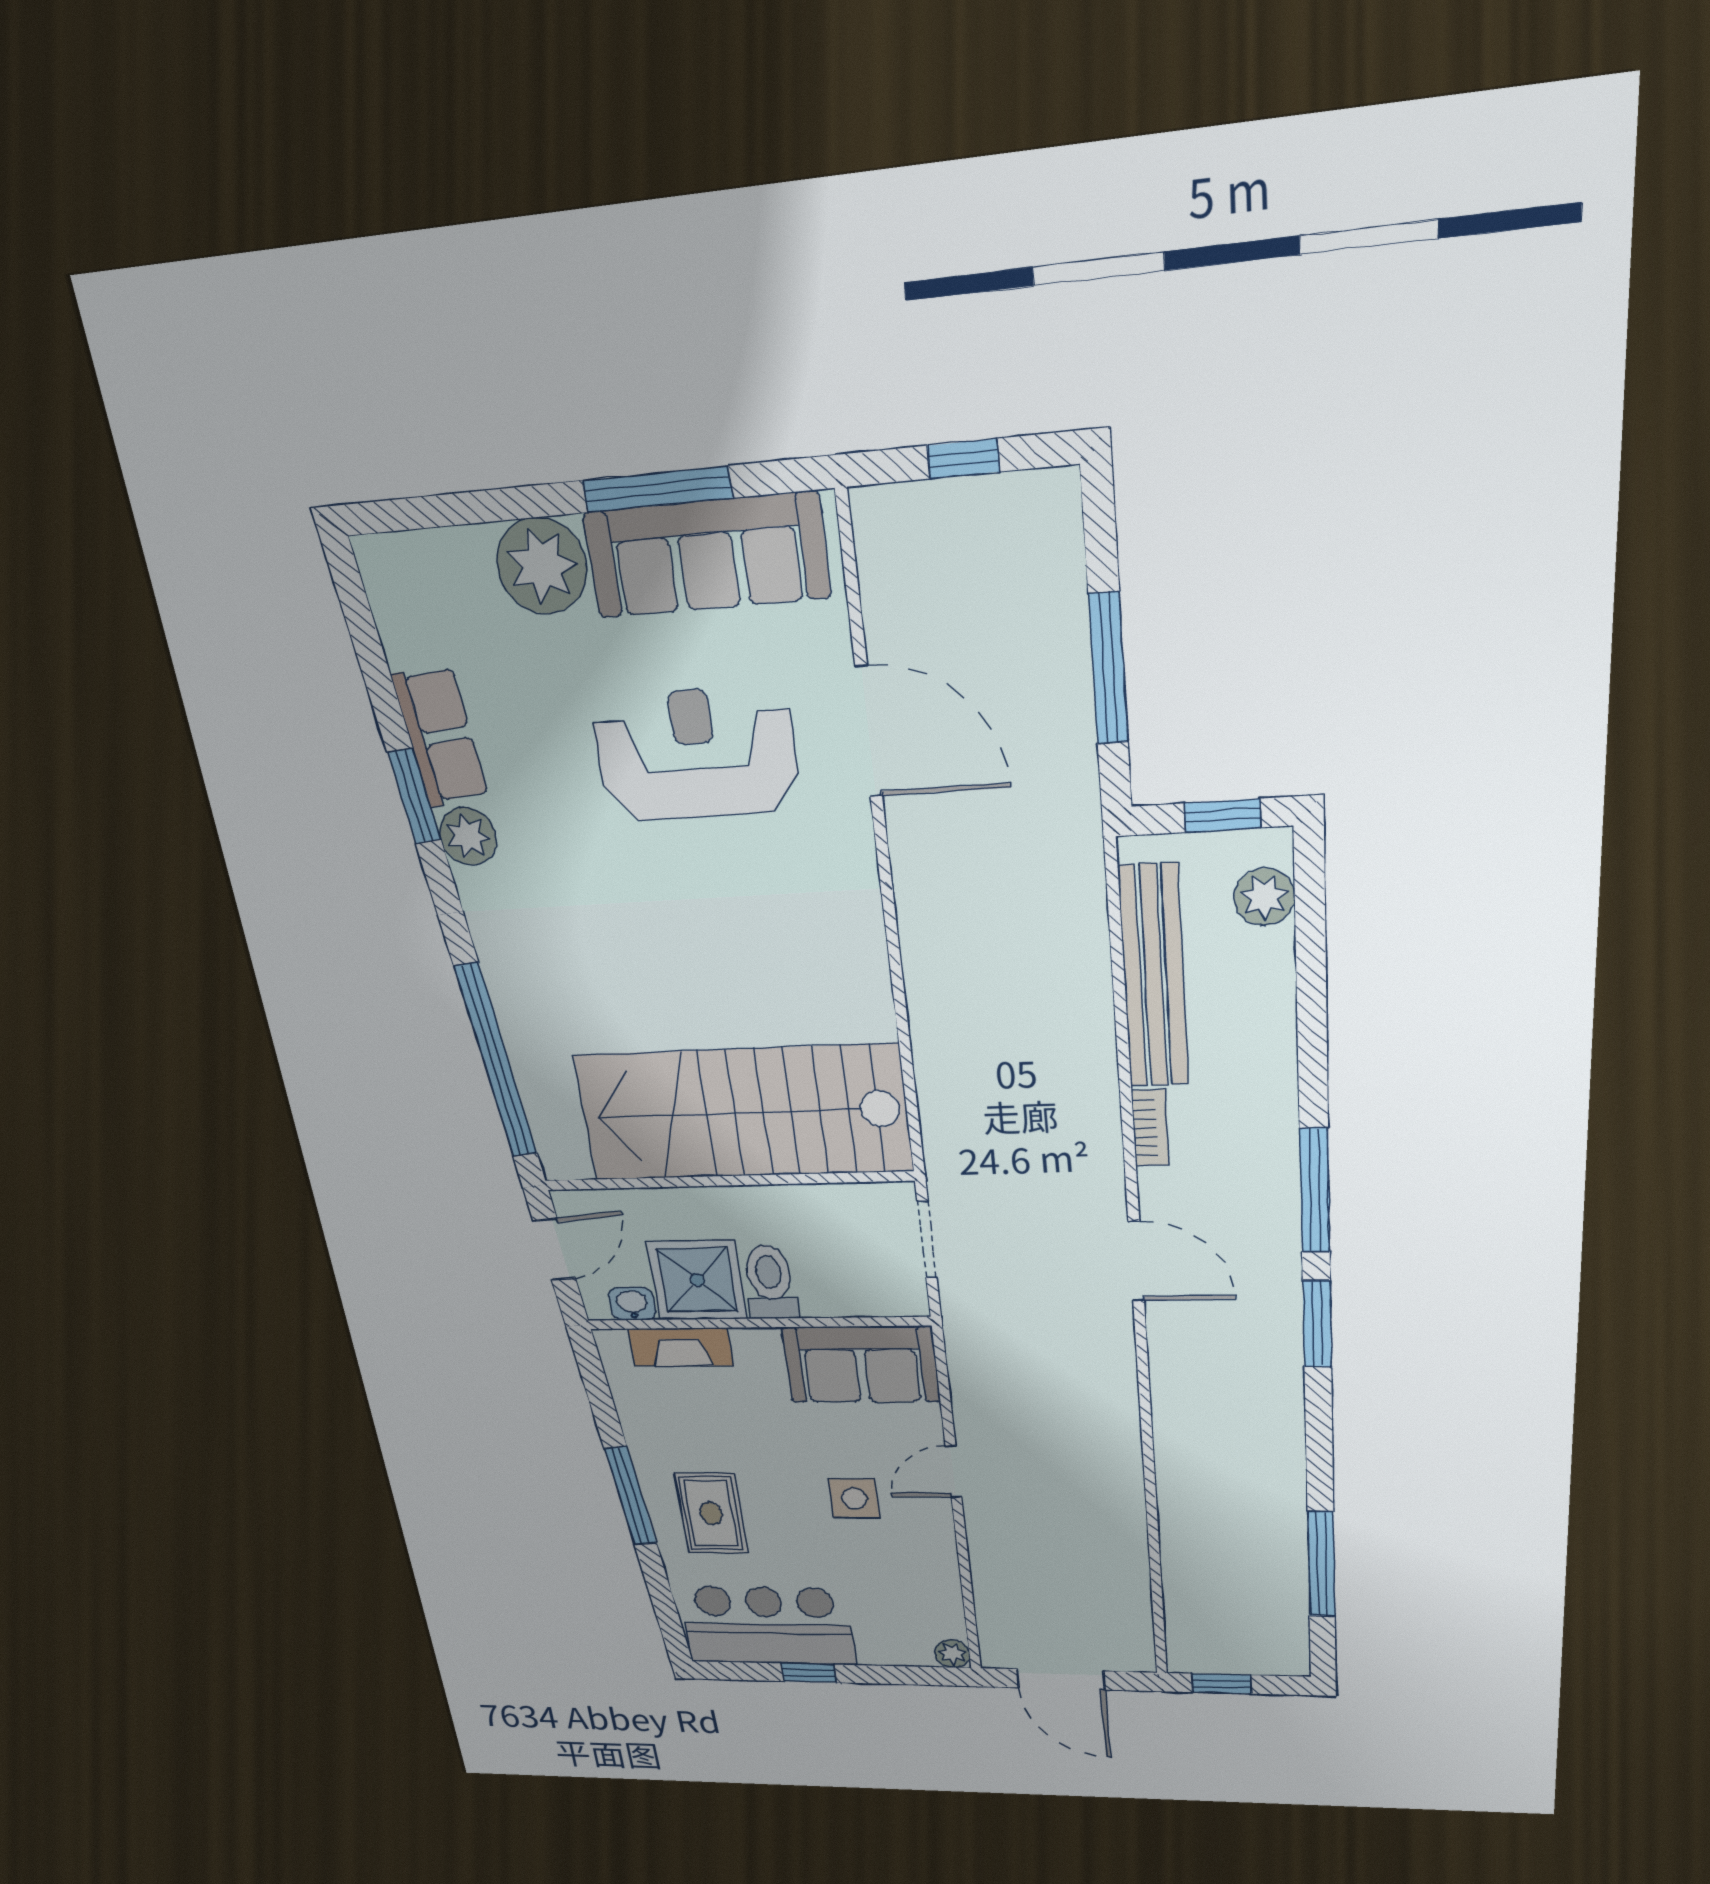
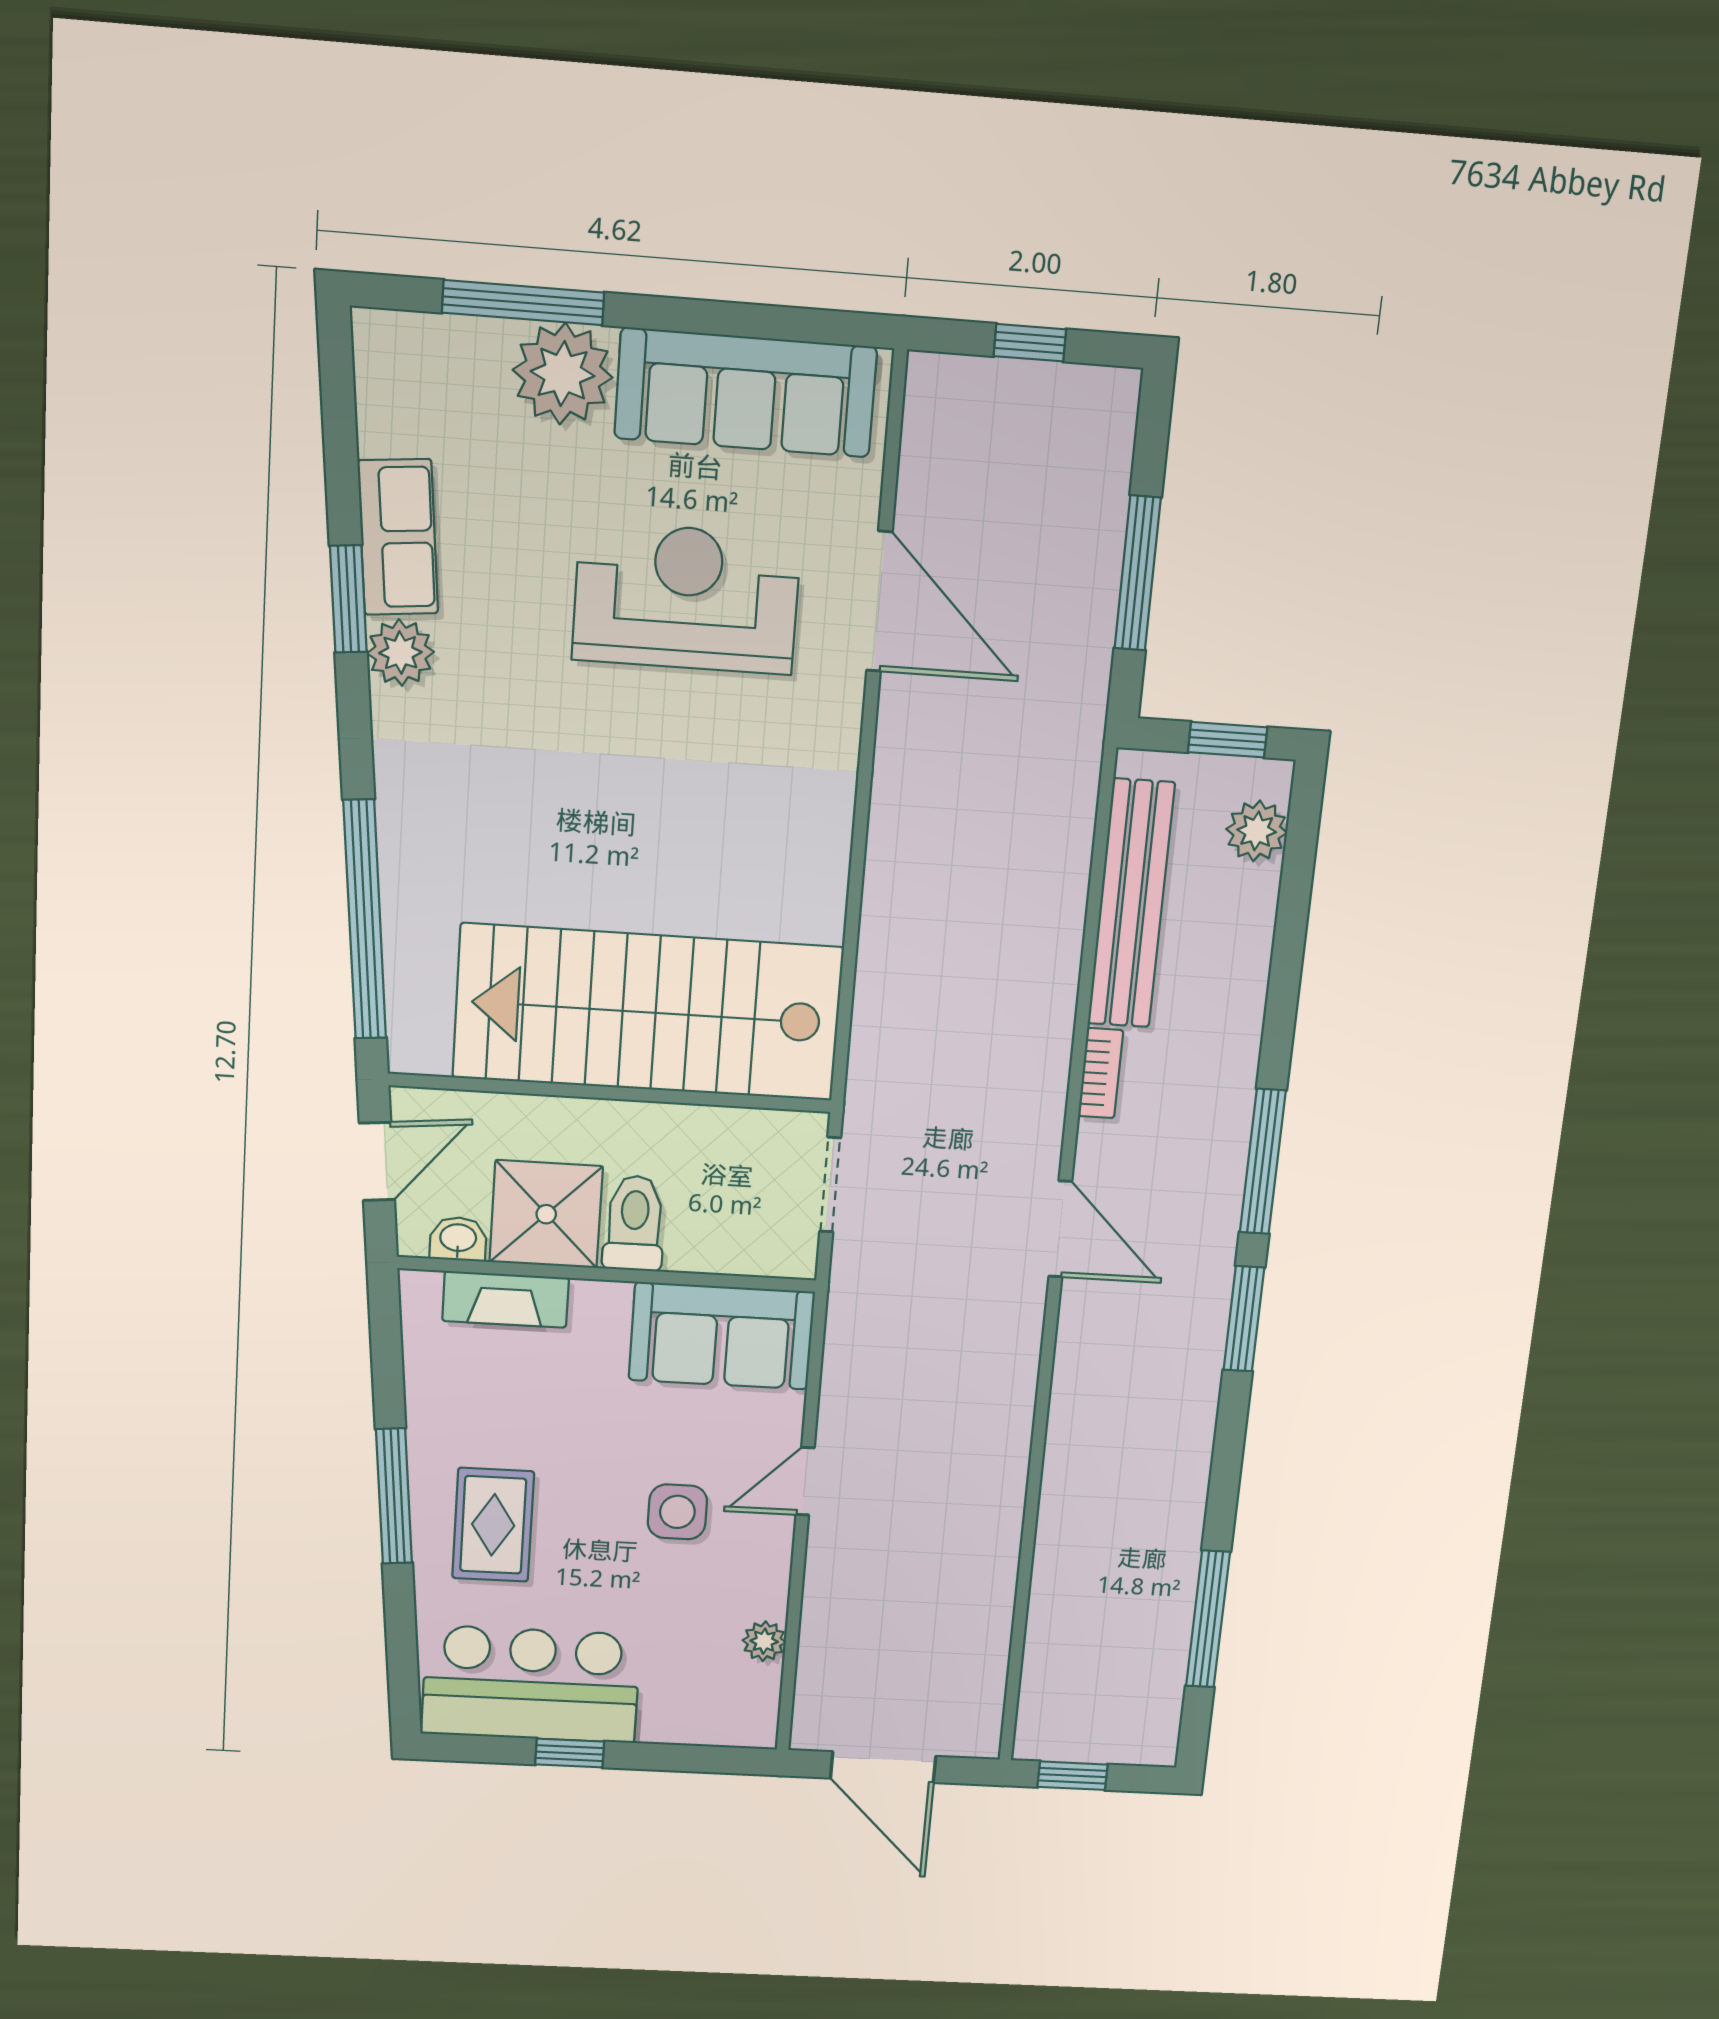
window: (657, 489) -> (523, 303), moved
plant: (952, 1654) -> (764, 1641), moved

